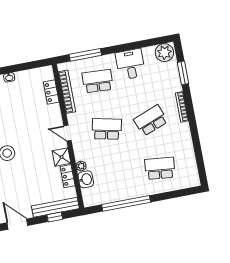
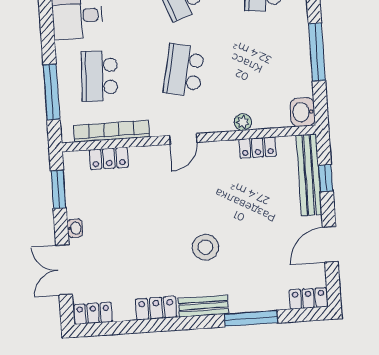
window: (30, 65) -> (58, 189), added
shower: (61, 157) -> (223, 154), removed
washbasin: (86, 179) -> (303, 112), moved, turned -90
window: (126, 203) -> (317, 52), width x0.68

